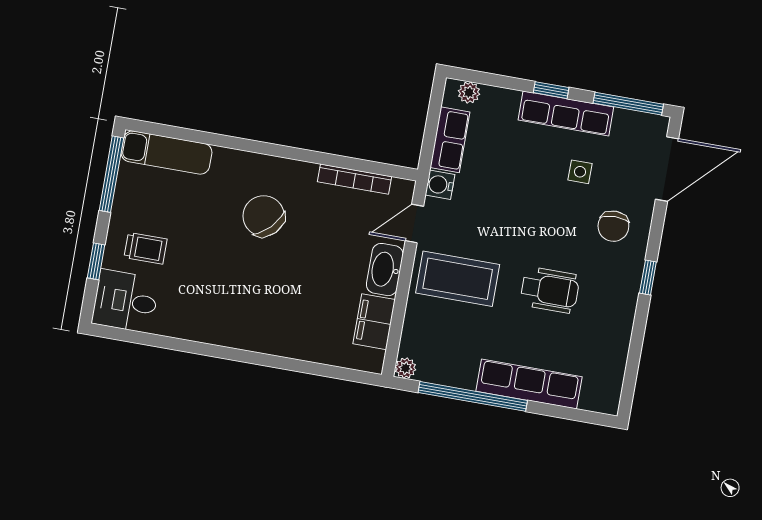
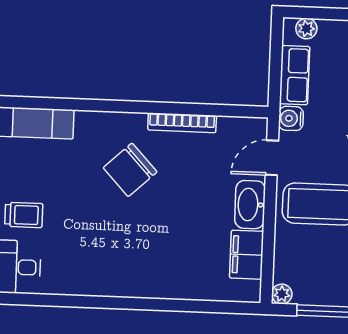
bookcase: (354, 179) -> (182, 123), moved
chair: (264, 216) -> (130, 170), turned -87

